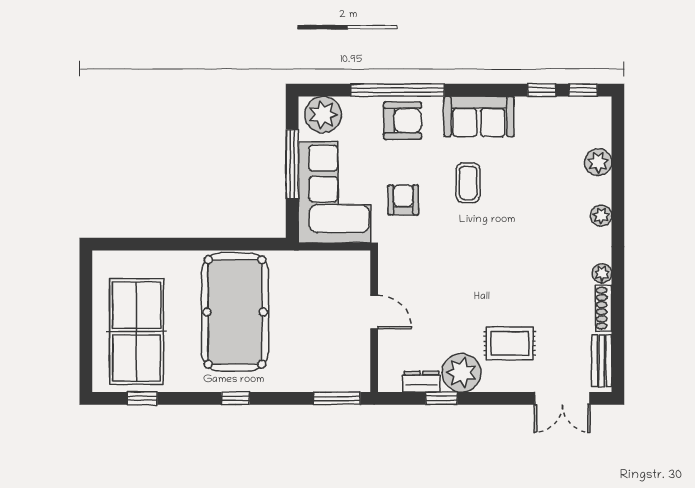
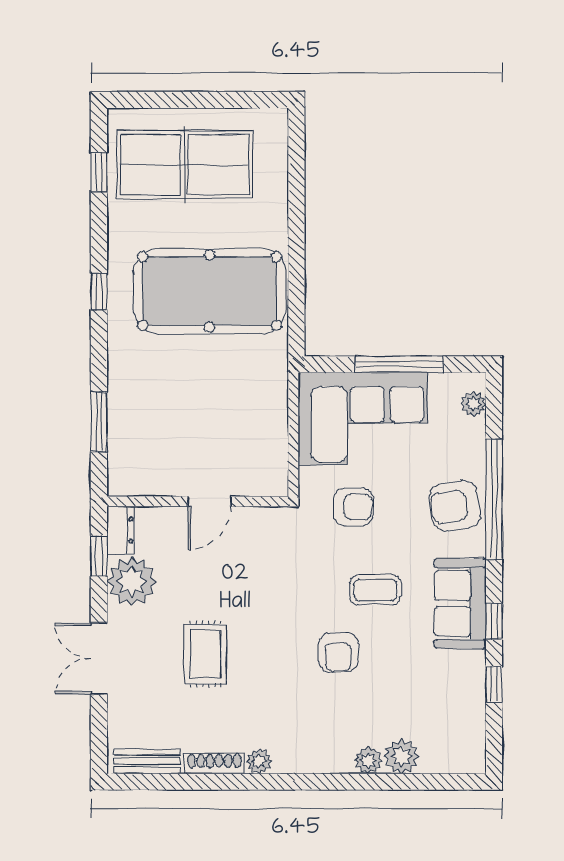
window: (583, 90) -> (494, 621), moved
plant: (323, 114) -> (474, 404), width x0.53, depth x0.53
armchair: (403, 121) -> (455, 506), turned 81
armchair: (517, 212) -> (338, 652), added
plant: (601, 216) -> (368, 760), moved
door: (374, 312) -> (210, 501), moved
wall: (374, 321) -> (198, 501), moved
rug: (510, 343) -> (205, 654), moved
double door: (562, 398) -> (99, 659), moved

